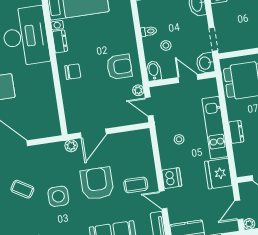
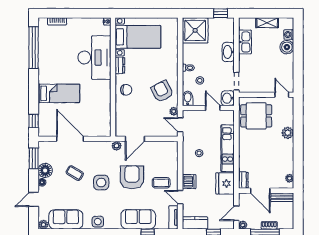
armchair: (119, 67) -> (162, 91), turned -117
dresser: (236, 132) -> (243, 180), moved

